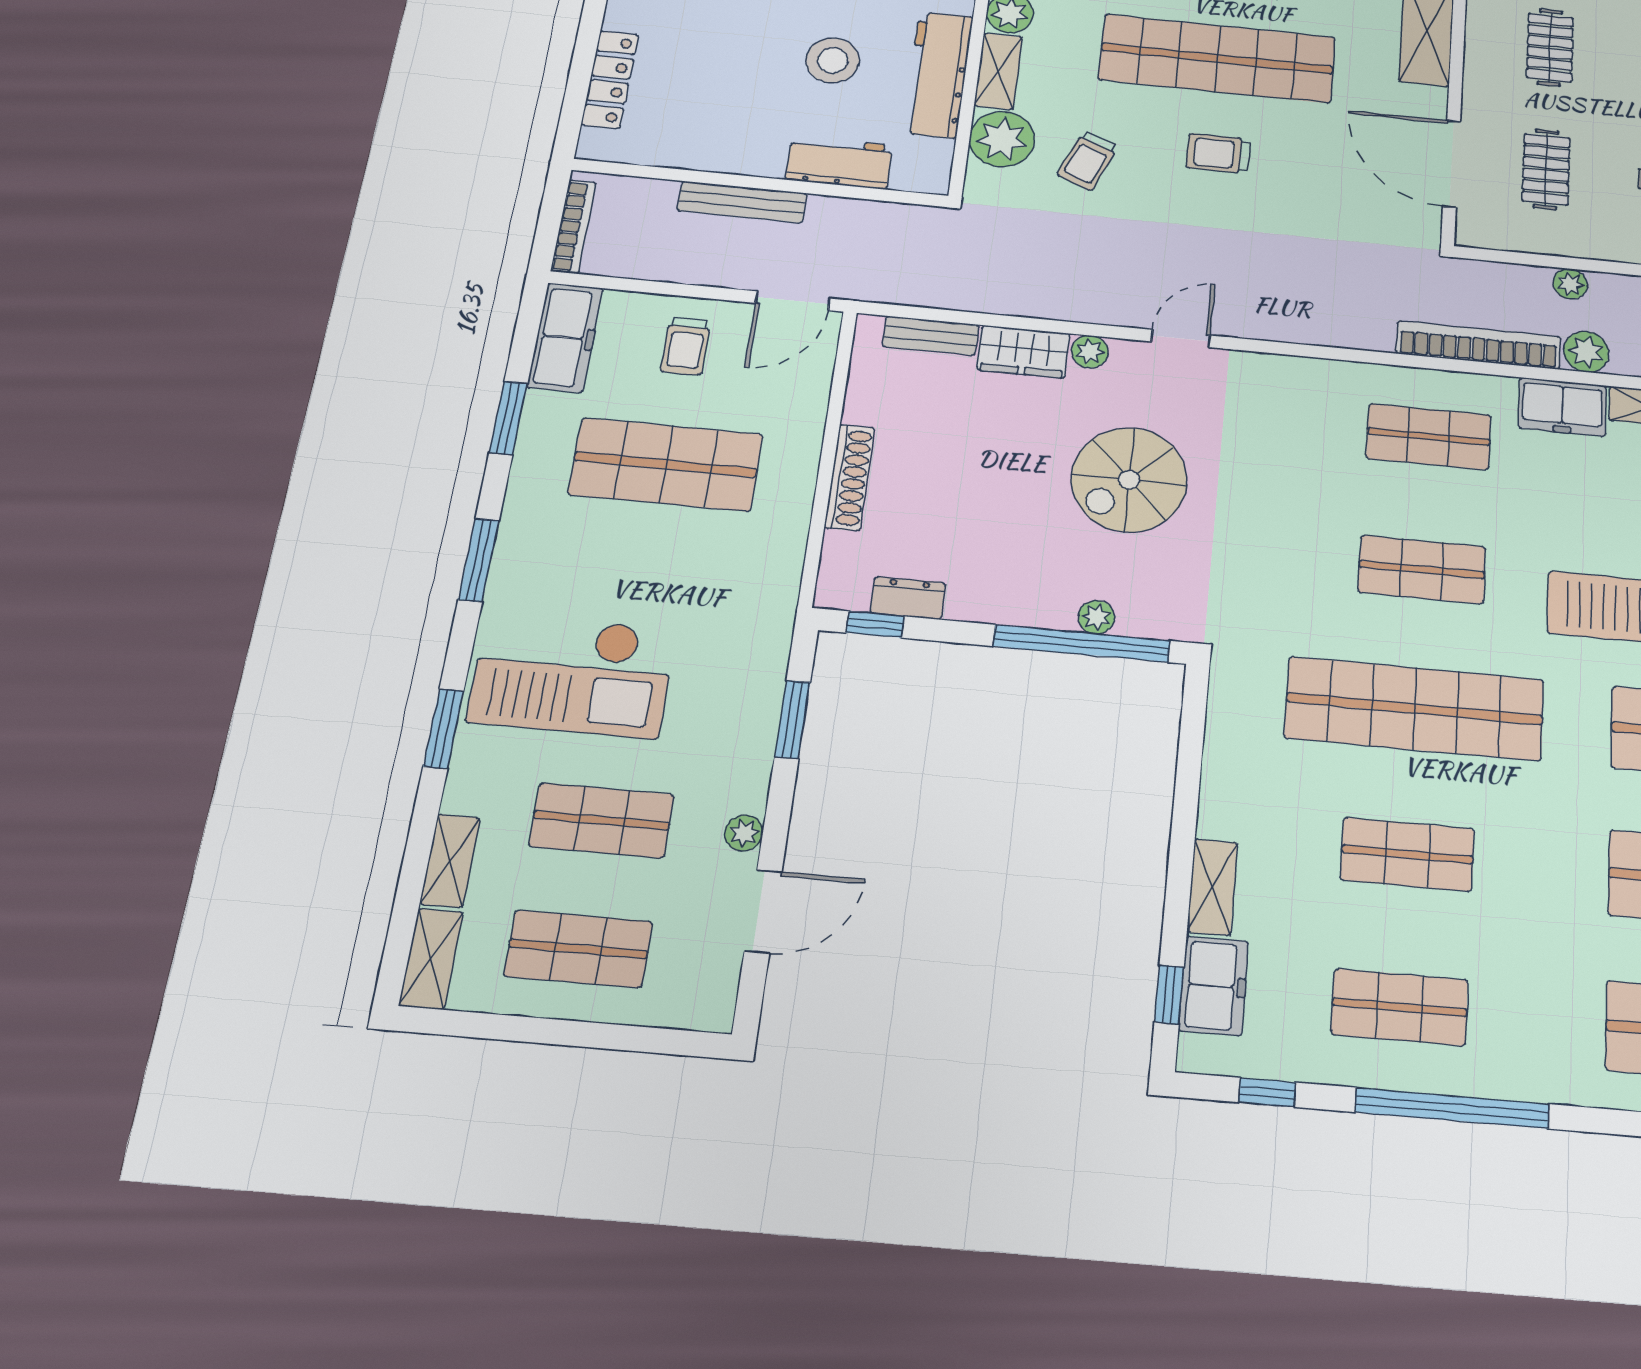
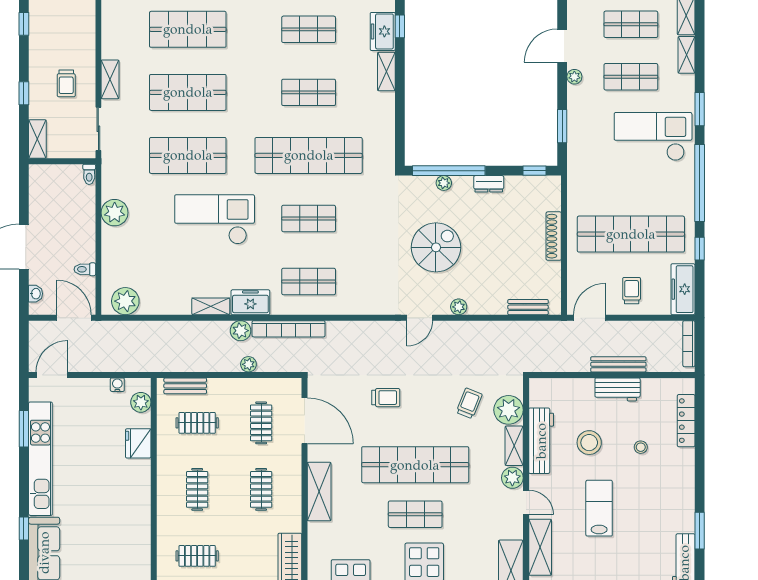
stool: (720, 40) -> (641, 447), added
trolley: (1218, 153) -> (386, 398), moved
workbench: (839, 162) -> (618, 389), moved
wardrobe: (1024, 352) -> (487, 304), removed
window: (508, 418) -> (700, 249), width x0.67
shop shelf: (666, 464) -> (631, 234), width x1.40
window: (479, 560) -> (700, 183), width x2.11
dresser: (908, 598) -> (489, 184), moved

